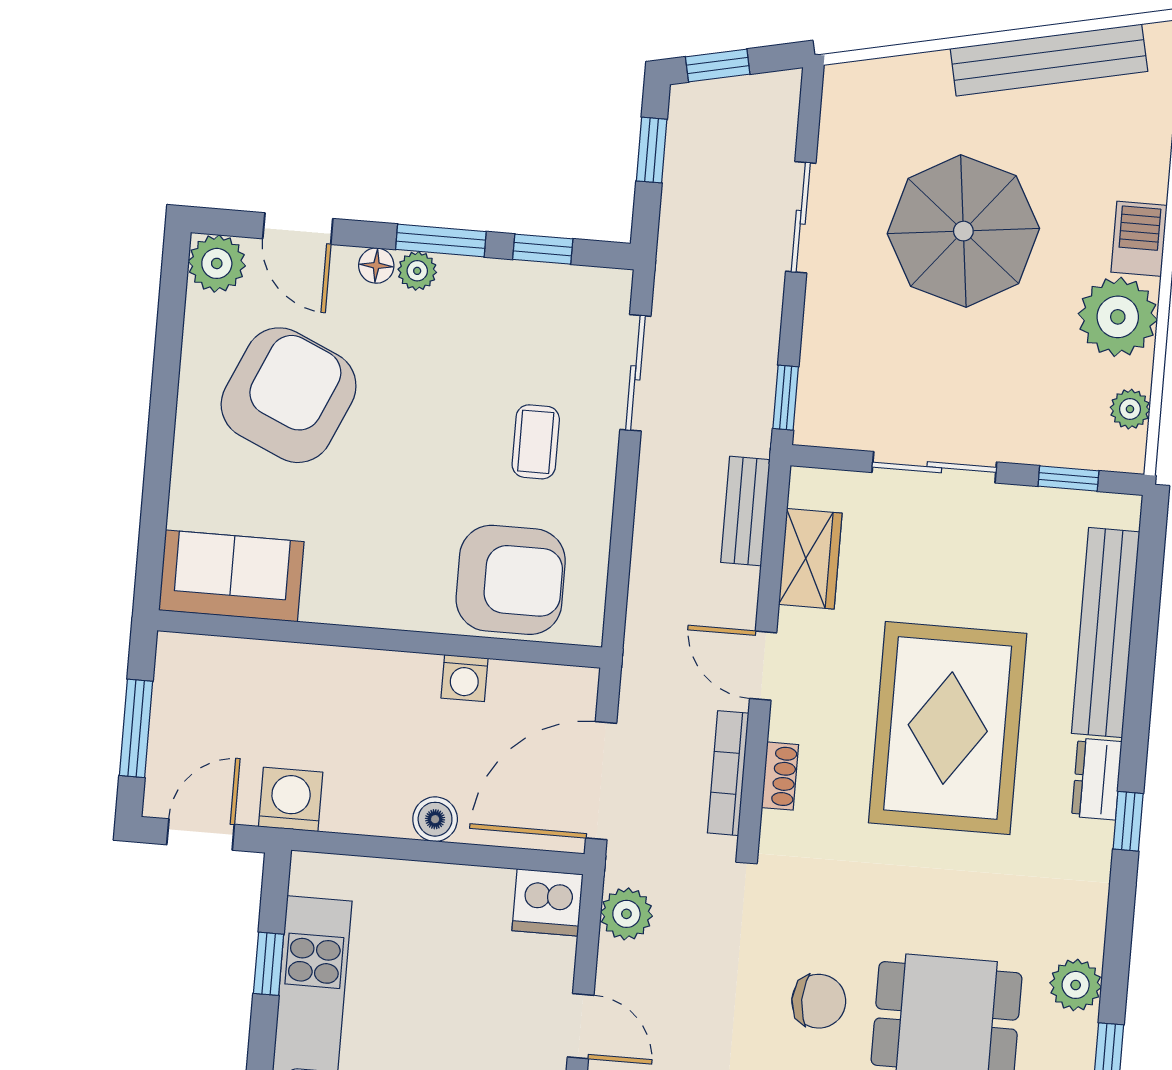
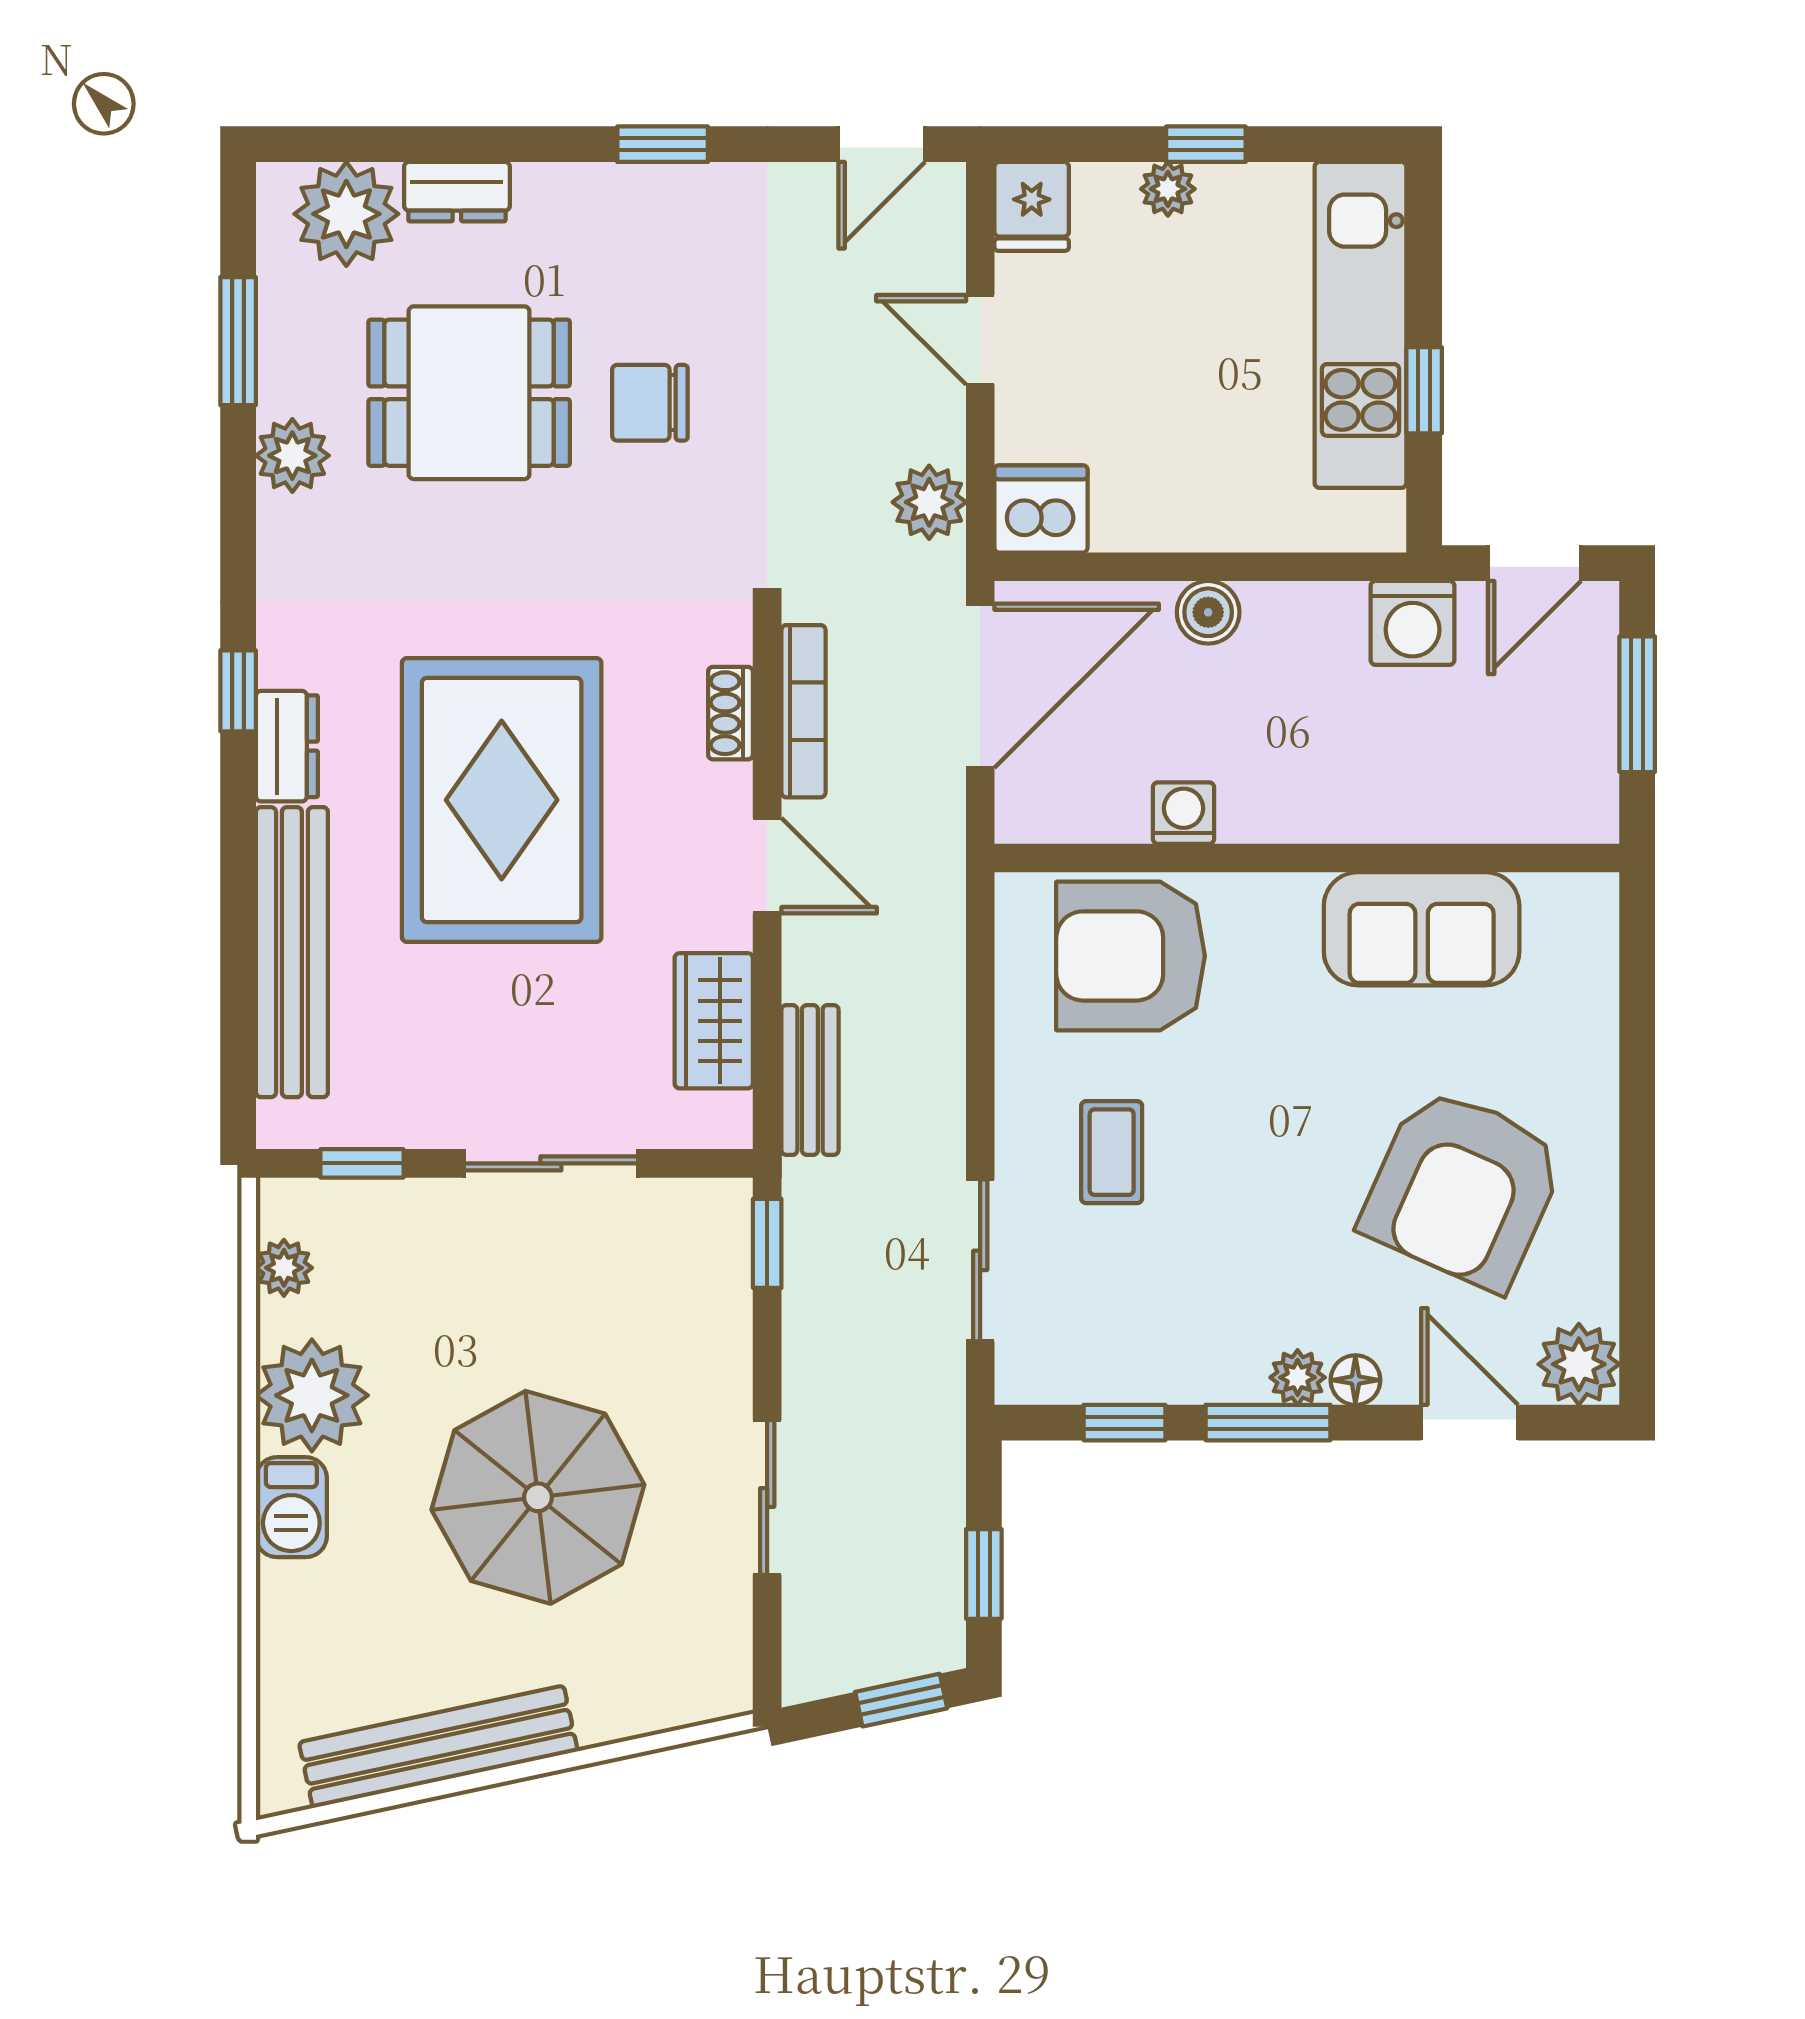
sofa: (231, 576) -> (1422, 929), moved

